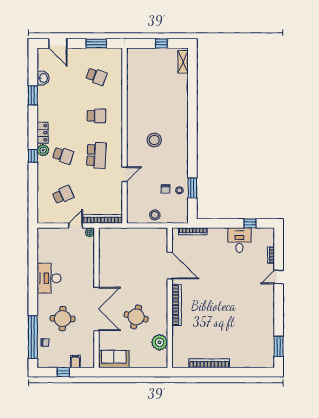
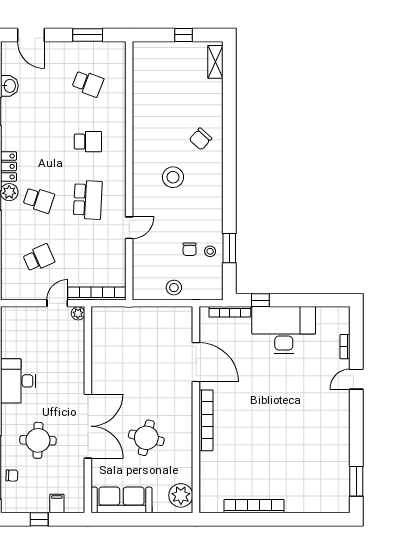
chair: (173, 114) -> (200, 139), added
window: (250, 223) -> (260, 300), moved
desk: (239, 240) -> (284, 330), width x1.87, depth x1.30
plant: (160, 342) -> (181, 495), moved
sofa: (114, 359) -> (121, 500), width x1.36

